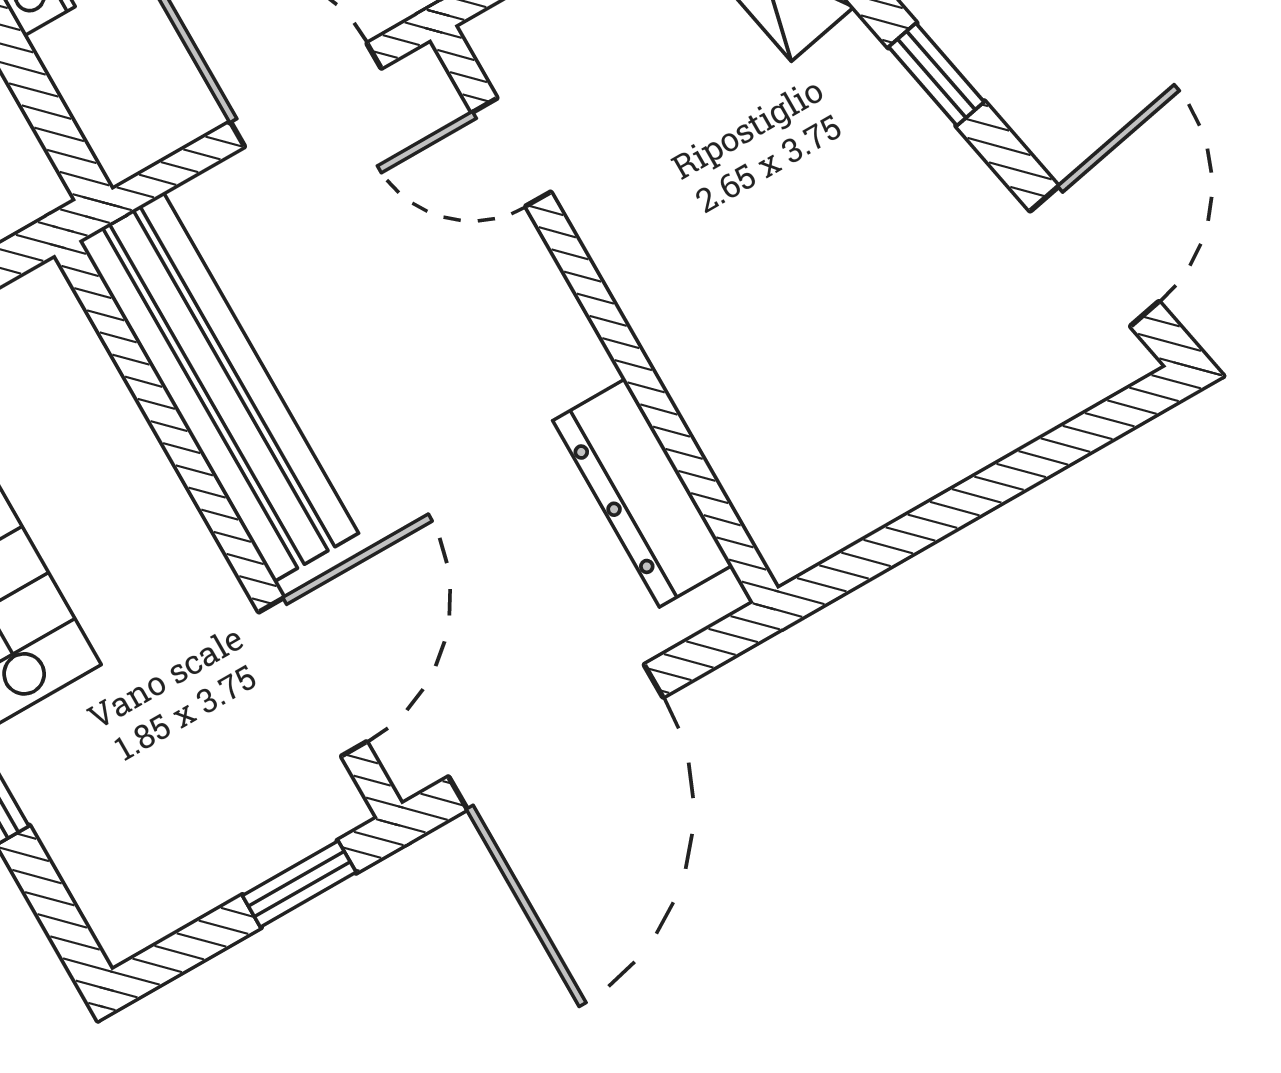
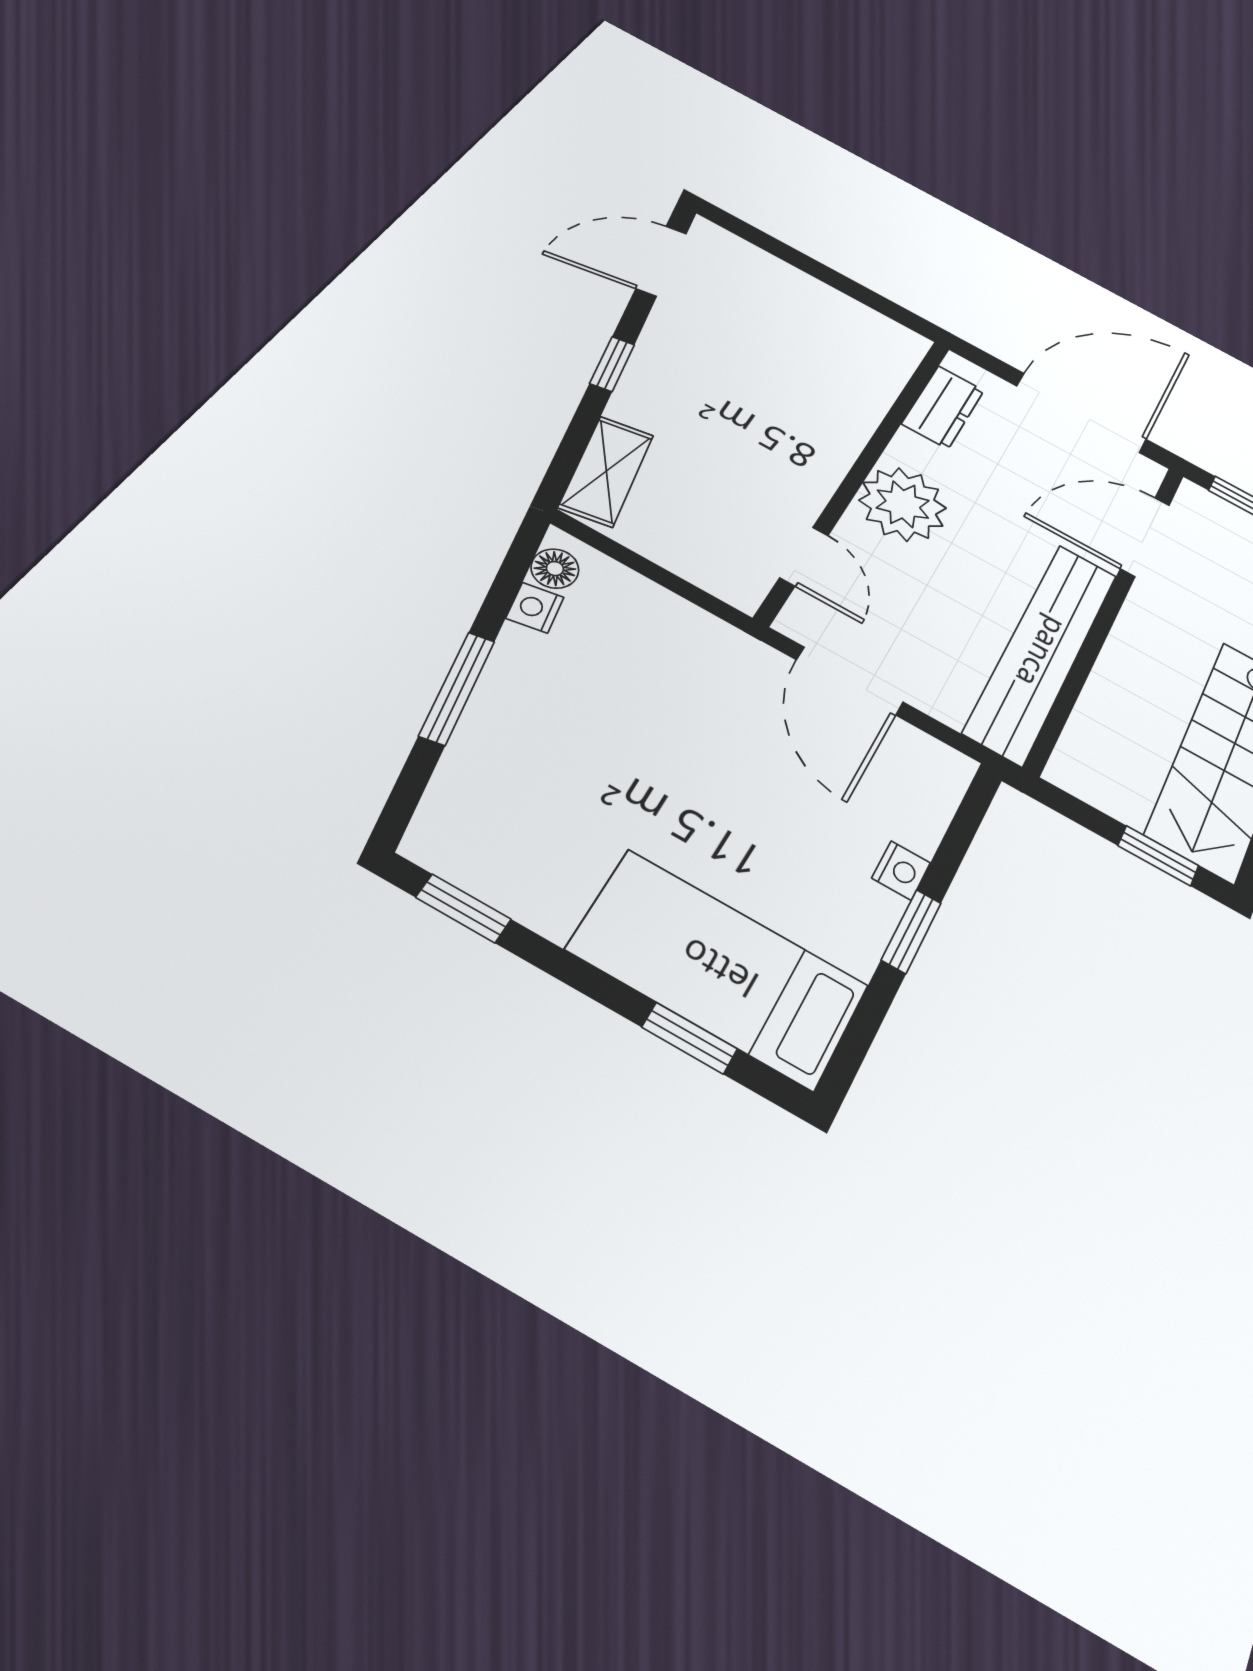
plant: (528, 347) -> (903, 504), added
dresser: (643, 493) -> (943, 407), width x0.70

